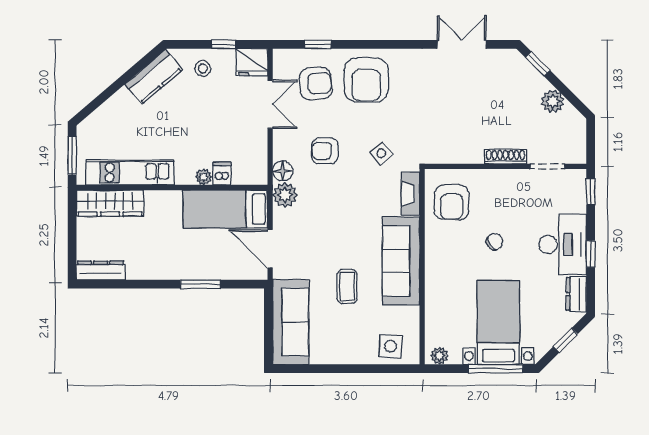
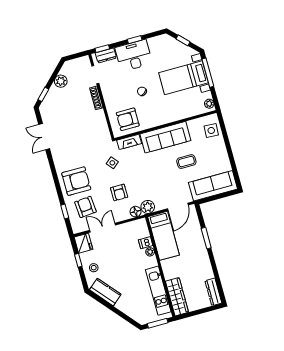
armchair: (452, 202) -> (128, 119), turned 180
dresser: (576, 294) -> (106, 56), moved

